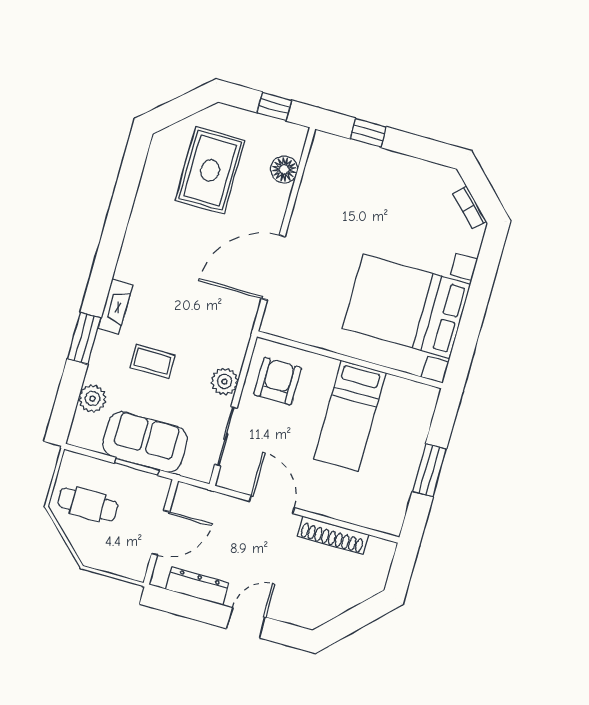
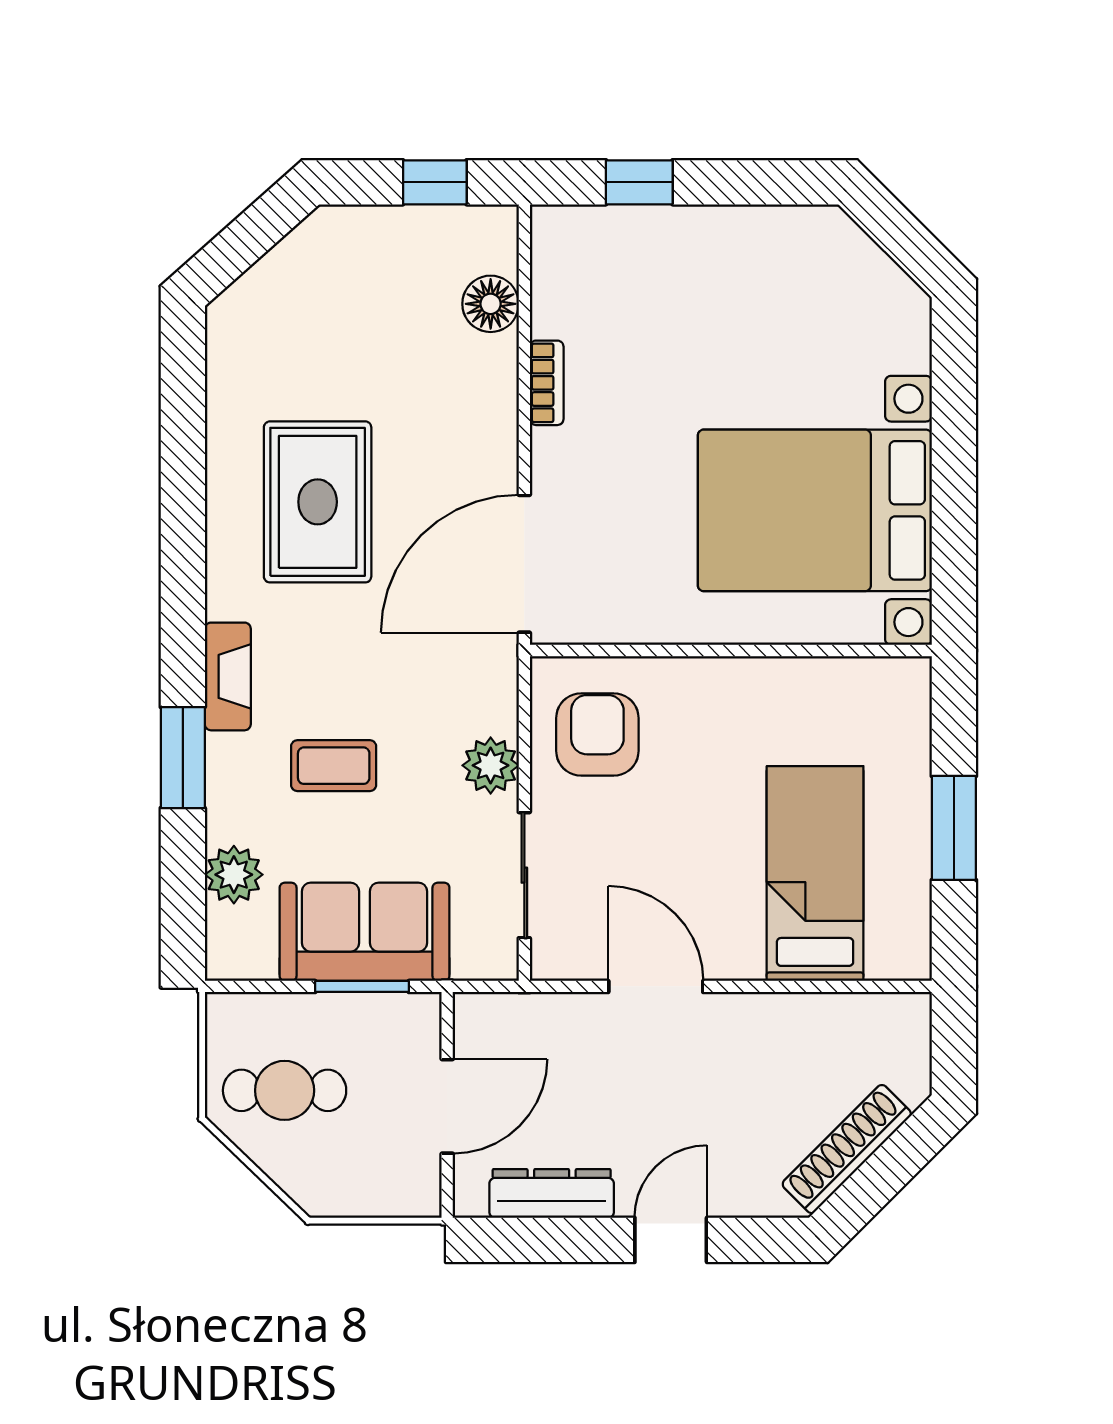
rug: (210, 170) -> (318, 502), moved
bookcase: (470, 208) -> (547, 383), moved, turned -135
door: (273, 268) -> (524, 564), moved
bed: (350, 416) -> (815, 873), moved, turned 180
shoe rack: (333, 535) -> (847, 1149), moved, turned 135

